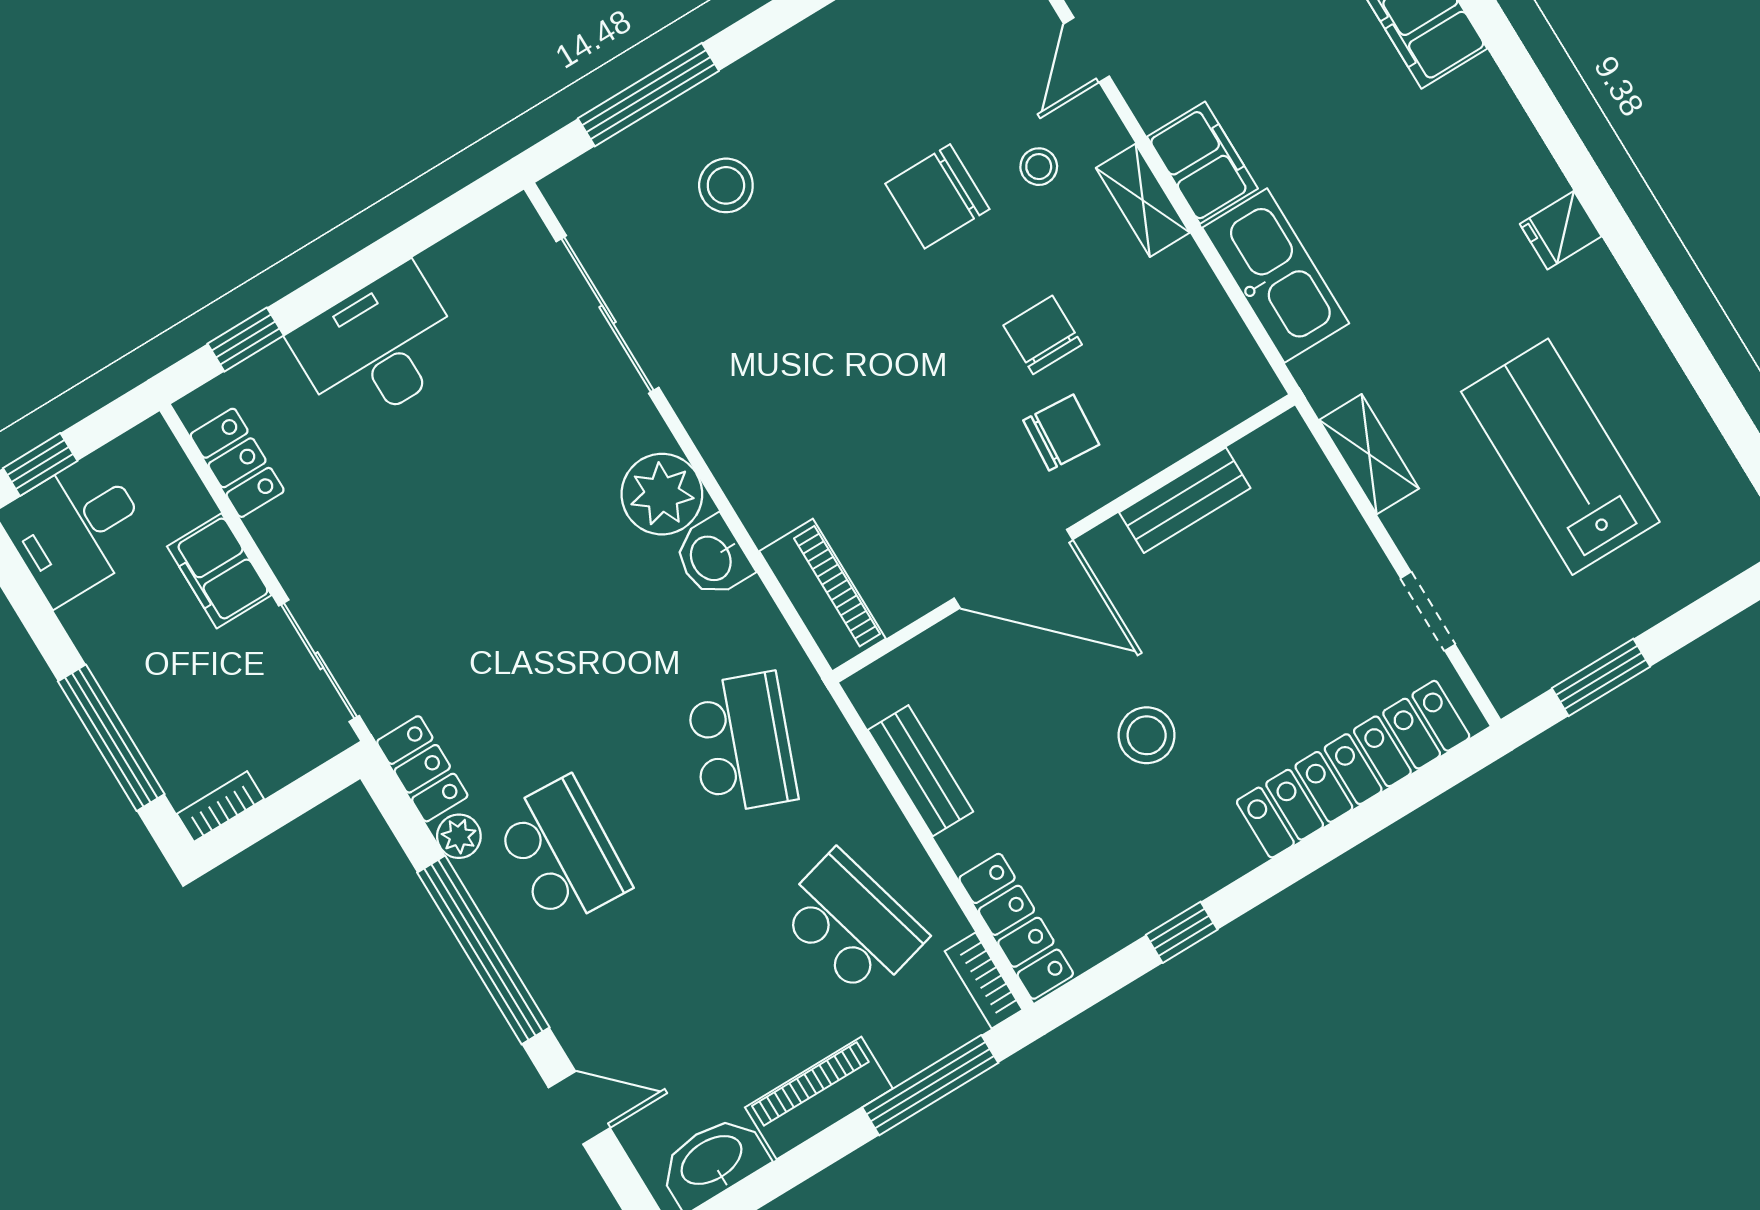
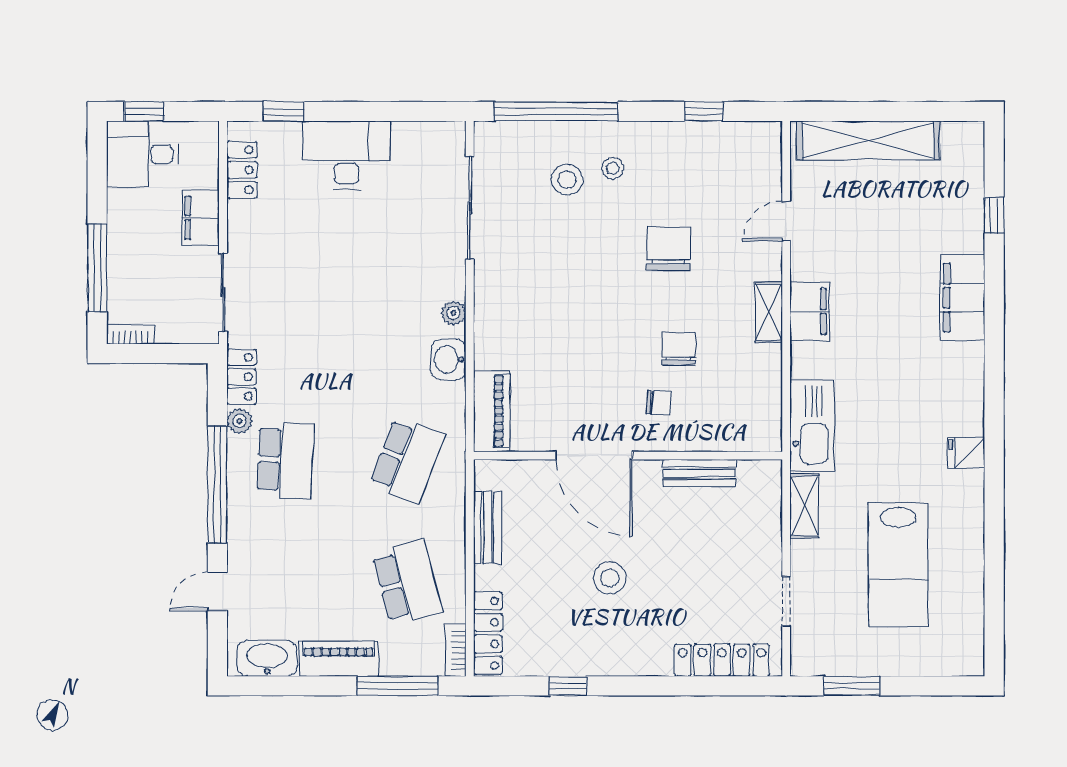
window: (648, 95) -> (556, 111), width x1.46
stool: (1039, 167) -> (613, 168), moved
chair: (937, 196) -> (668, 249), turned 90
kitchen sink: (1276, 276) -> (812, 425), moved
chair: (1061, 433) -> (659, 403), width x0.73, depth x0.73
lab bench: (1560, 457) -> (898, 565), turned 180
plant: (662, 494) -> (454, 313), width x0.53, depth x0.53
locker: (1353, 769) -> (722, 660), width x0.71, depth x0.83
door: (579, 1108) -> (217, 592), swing flipped

